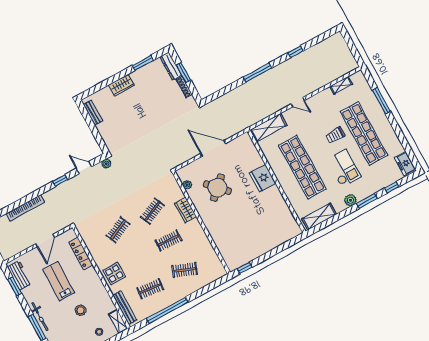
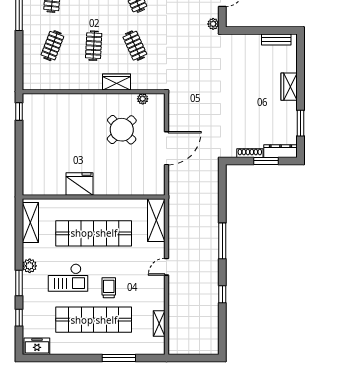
fridge: (262, 178) -> (79, 184), moved

